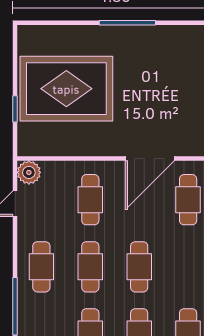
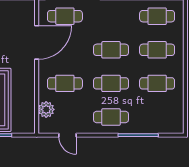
door: (150, 159) -> (37, 42), hinge flipped
plant: (29, 172) -> (46, 109), moved

